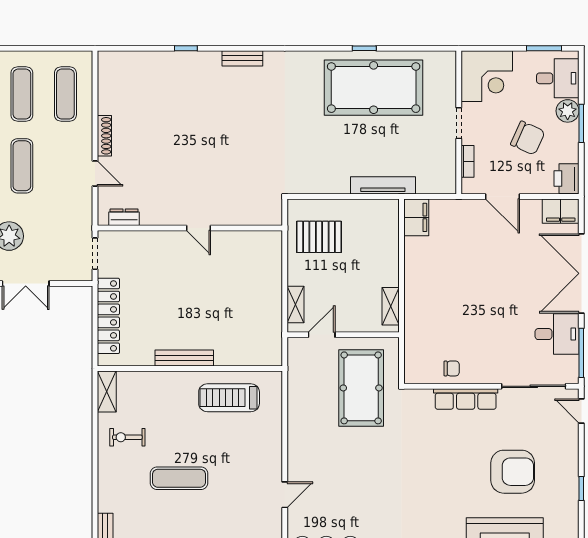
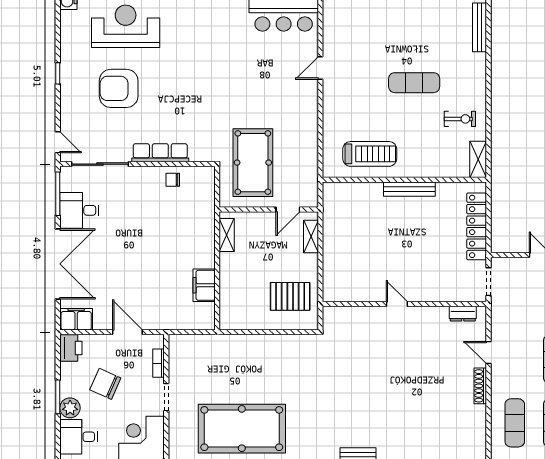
tv unit: (383, 185) -> (233, 342), removed
filing cabinet: (416, 217) -> (204, 285), moved

